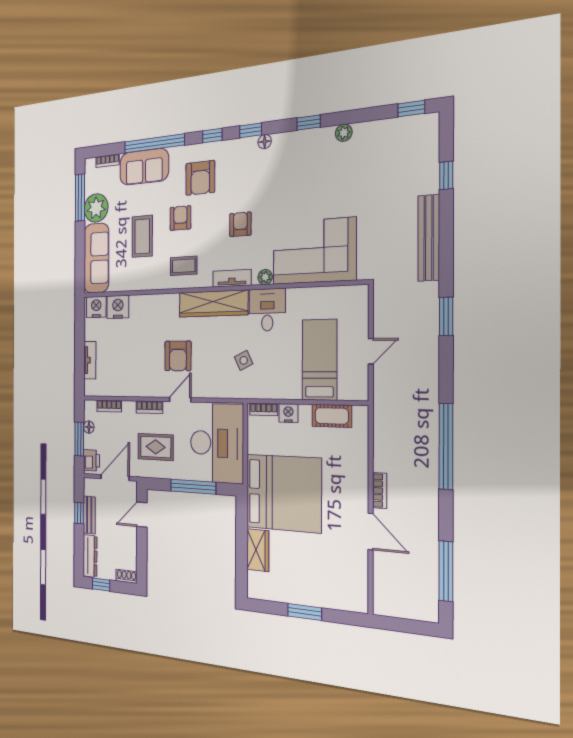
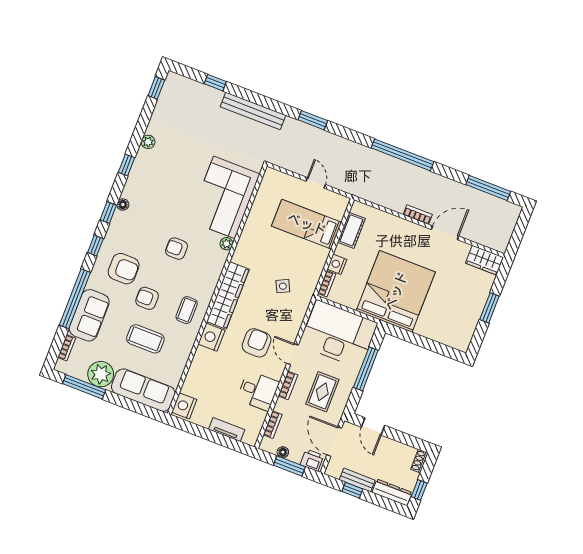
tv unit: (232, 278) -> (215, 272), removed
nightstand: (118, 307) -> (212, 337), moved
desk: (267, 310) -> (258, 391), moved, turned 180
armchair: (178, 356) -> (257, 343), turned -90
wardrobe: (258, 550) -> (485, 260), moved, turned 180

